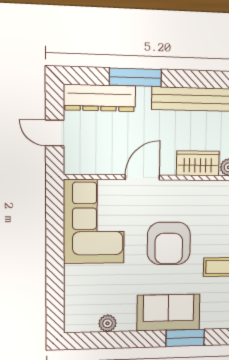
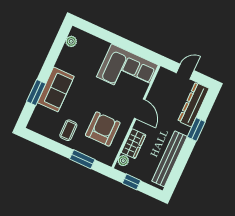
window: (135, 77) -> (196, 129), width x0.69
armchair: (169, 243) -> (103, 129), moved, turned 90
plant: (108, 323) -> (71, 41), moved

